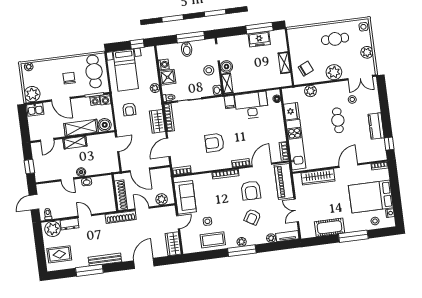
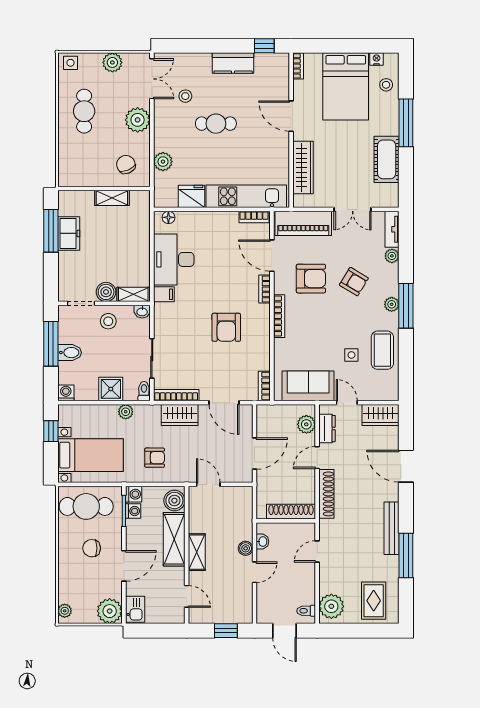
washing machine: (164, 64) -> (66, 393), moved
wall: (115, 193) -> (286, 521), moved
shoe rack: (121, 195) -> (291, 512), moved
dresser: (69, 224) -> (327, 429), moved

